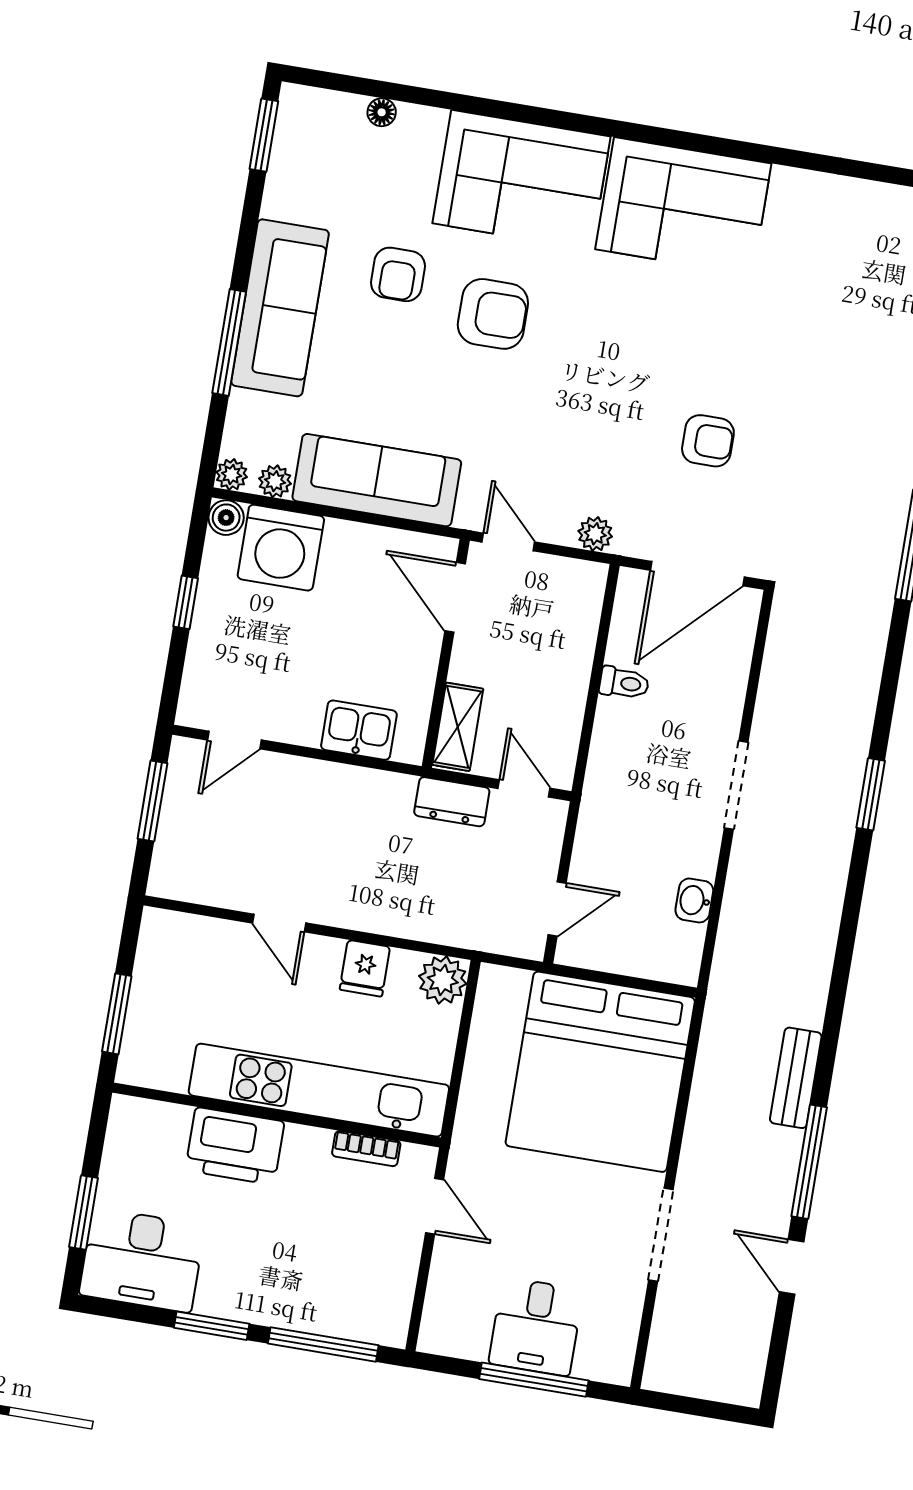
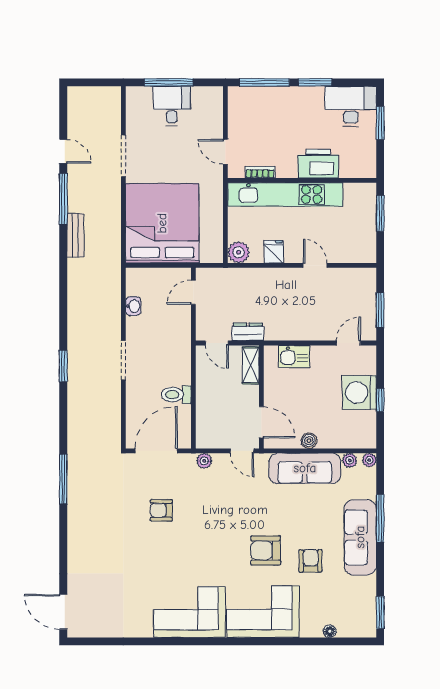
boiler: (226, 518) -> (309, 441), moved
washing machine: (281, 548) -> (359, 392), moved, turned -90
toilet: (624, 683) -> (176, 395), width x1.37, depth x1.39

